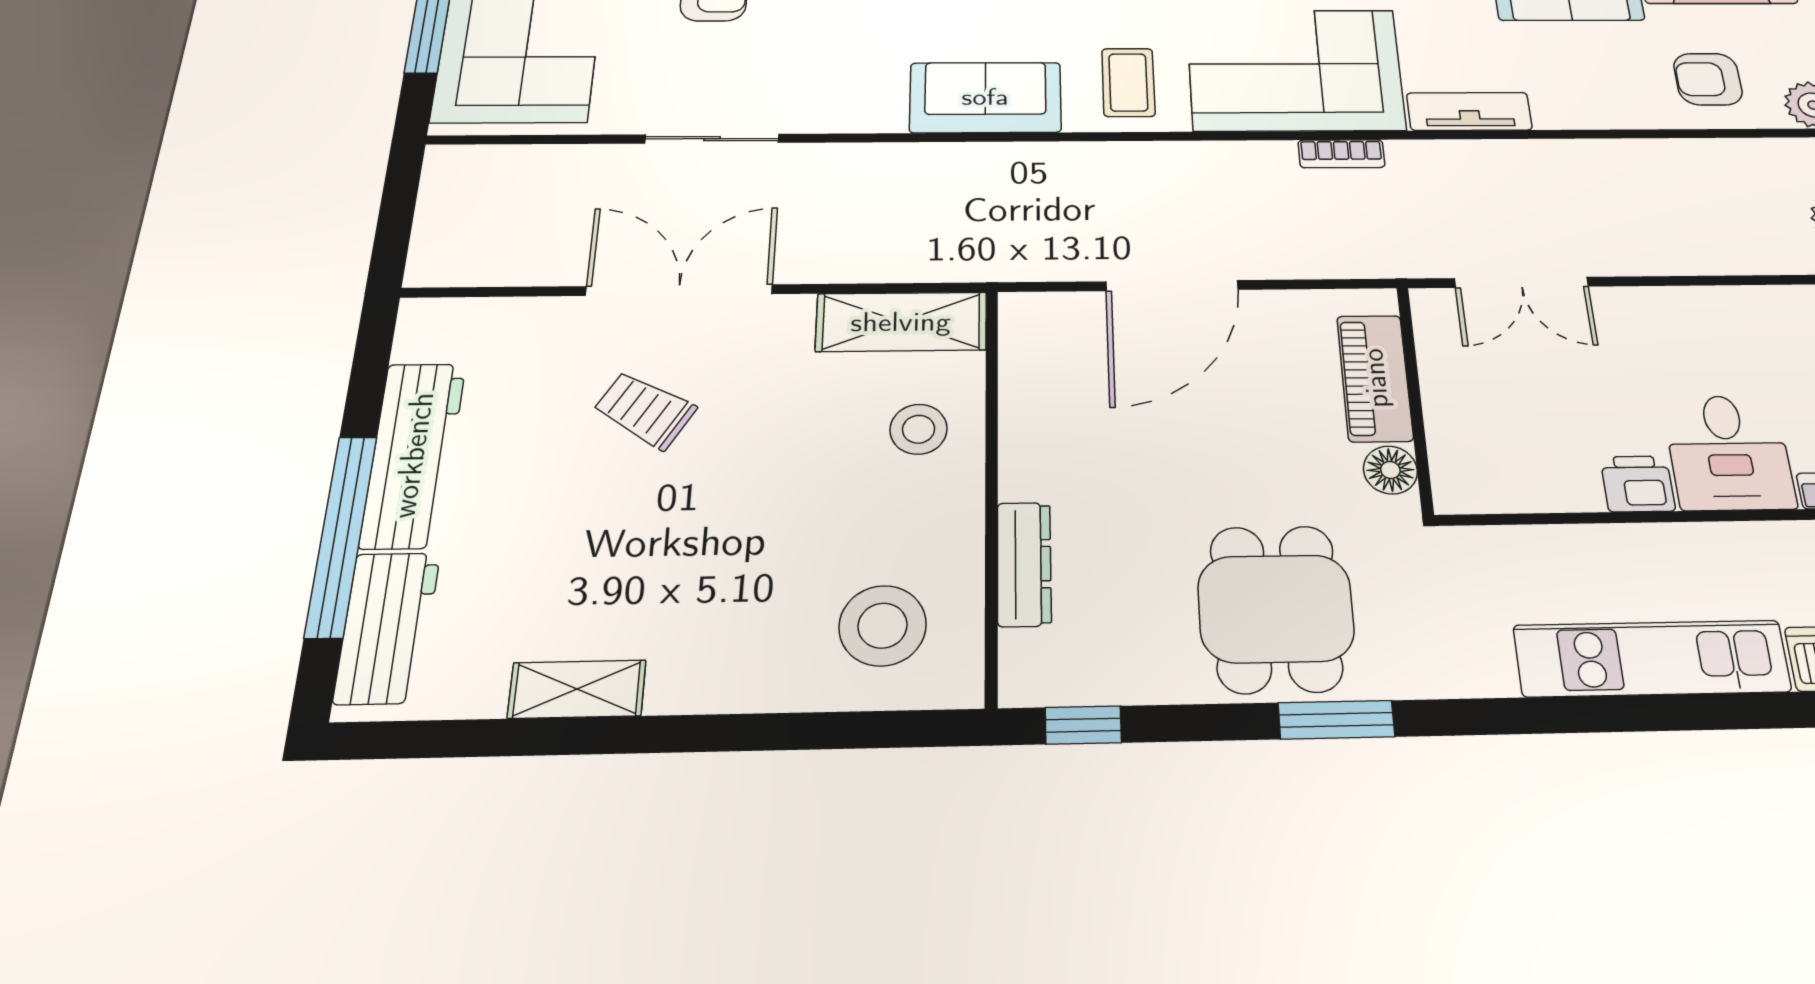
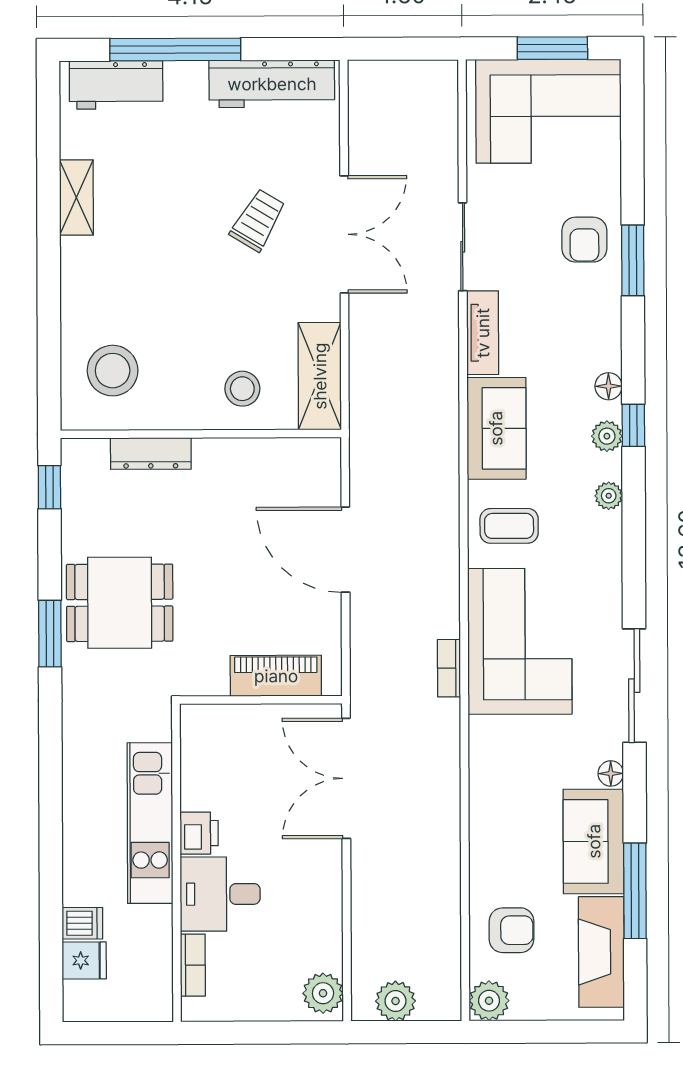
armchair: (1708, 79) -> (511, 930), turned 90
tv unit: (1469, 111) -> (483, 333), moved
double door: (1521, 282) -> (346, 778), width x1.37
workbench: (413, 455) -> (272, 84), moved
floor lamp: (1390, 470) -> (211, 680), removed
kitchen unit: (1652, 658) -> (150, 823), moved, turned 180

